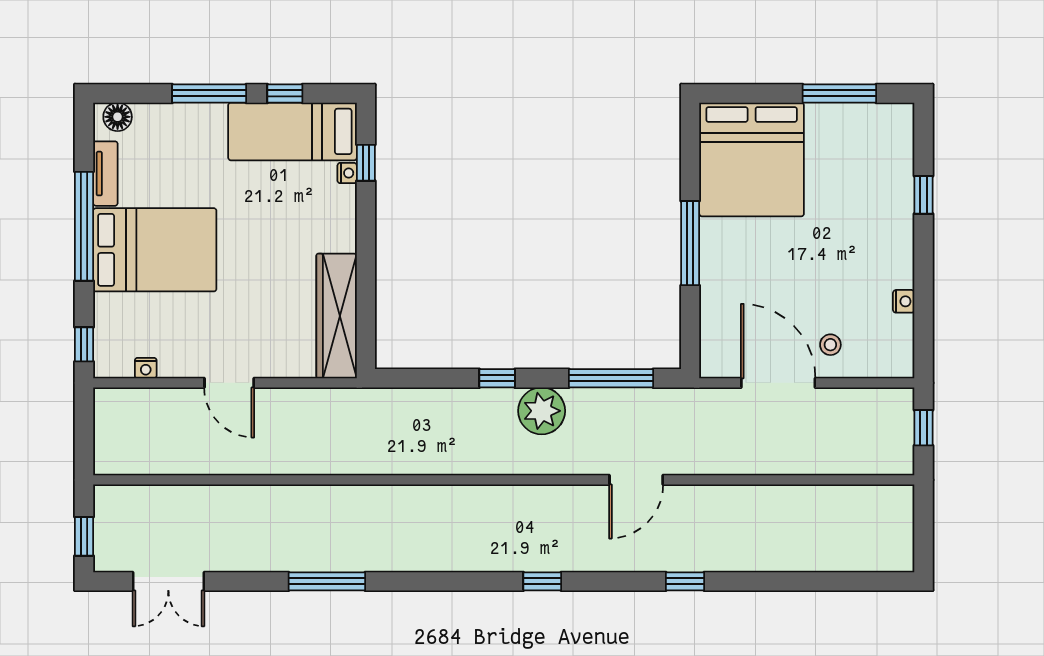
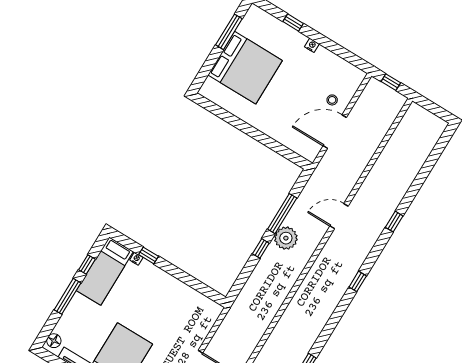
bed: (752, 159) -> (245, 68), moved
window: (366, 163) -> (148, 255), moved
window: (690, 243) -> (254, 133), removed
nightstand: (904, 301) -> (312, 45), moved
wardrobe: (337, 316) -> (194, 300), removed
window: (611, 378) -> (282, 214), moved
door: (636, 480) -> (339, 216), swing flipped

